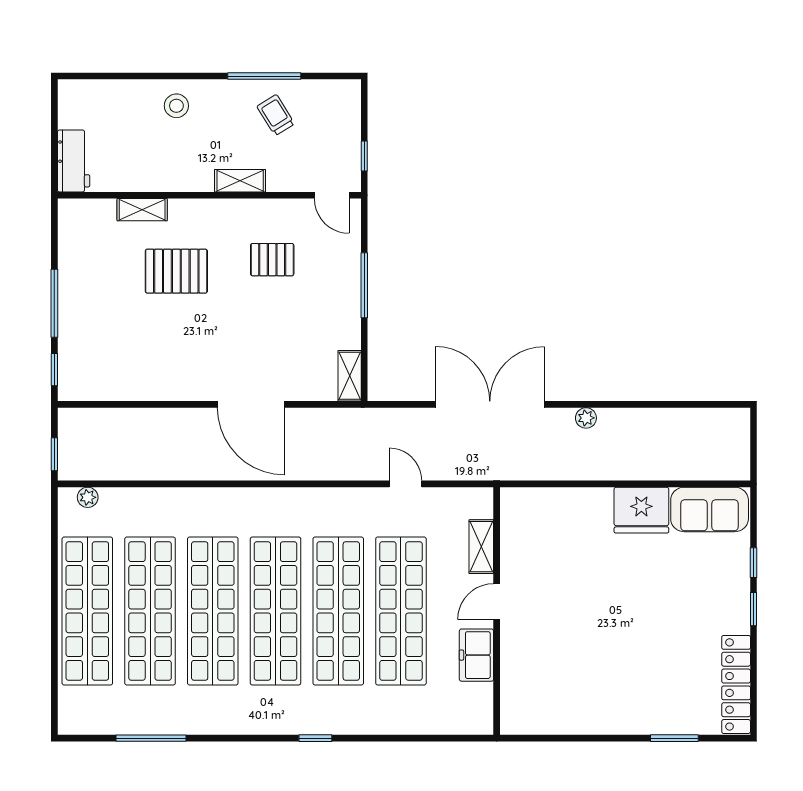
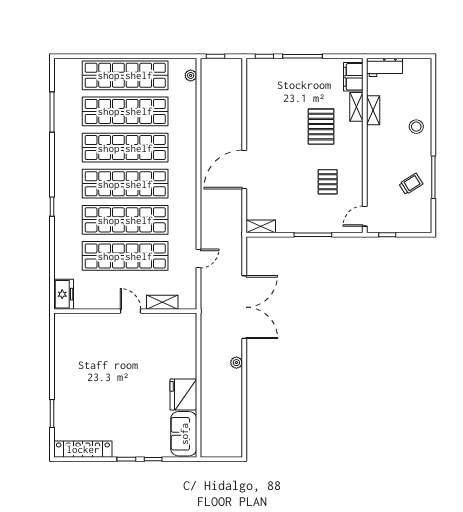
shelving: (240, 181) -> (373, 110), moved
filing cabinet: (90, 215) -> (353, 77), added
freezer: (476, 655) -> (64, 294), moved, turned 90

